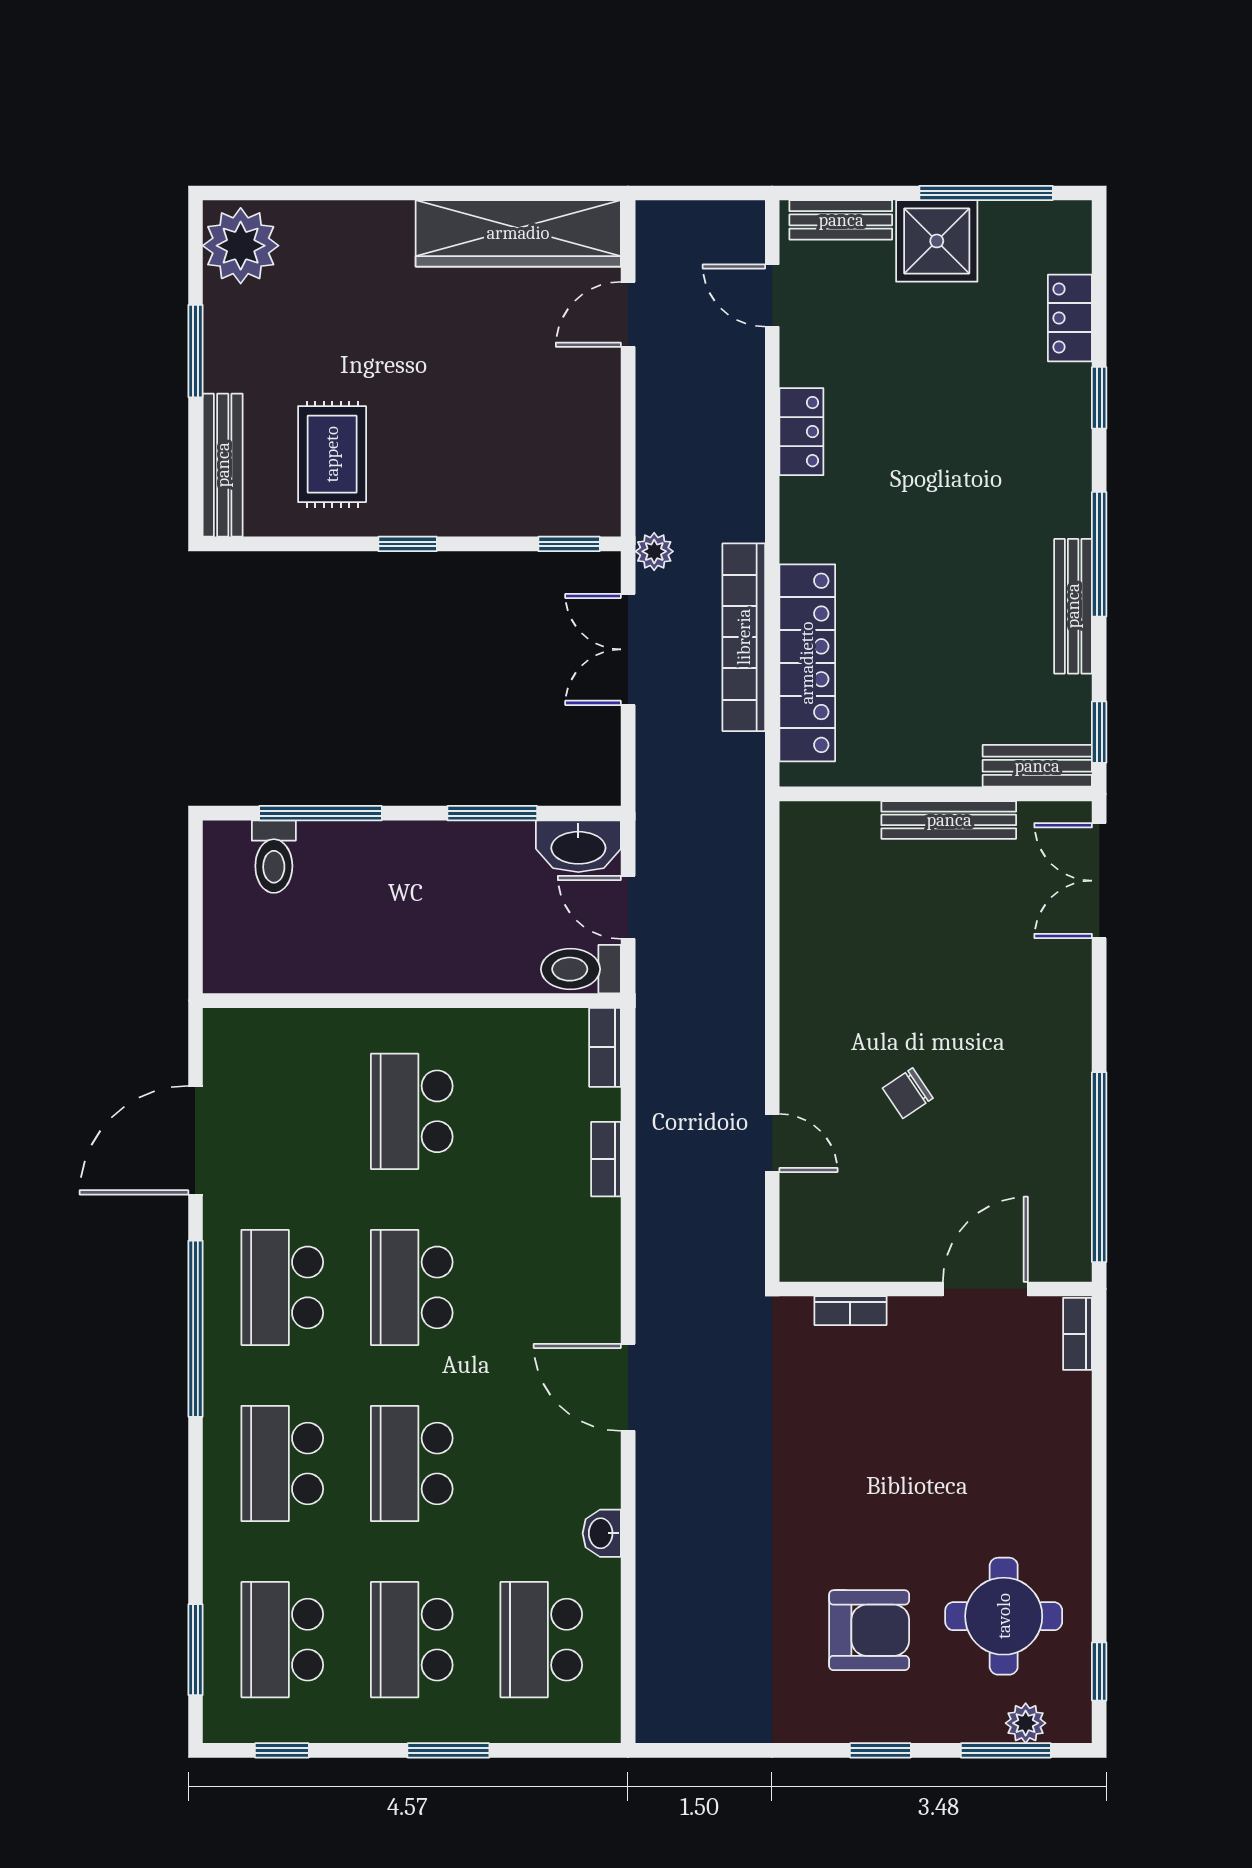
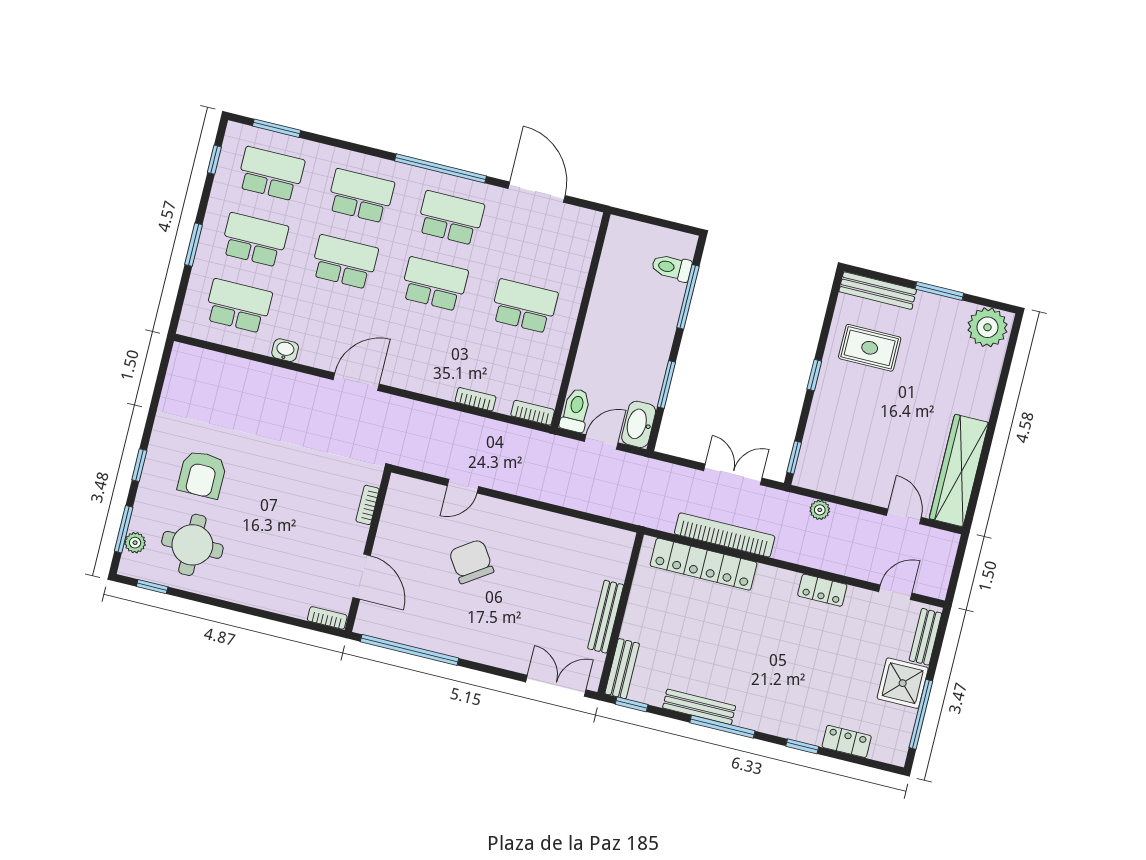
plant: (654, 551) -> (820, 510), moved
chair: (908, 1093) -> (471, 561), width x1.87, depth x1.87

